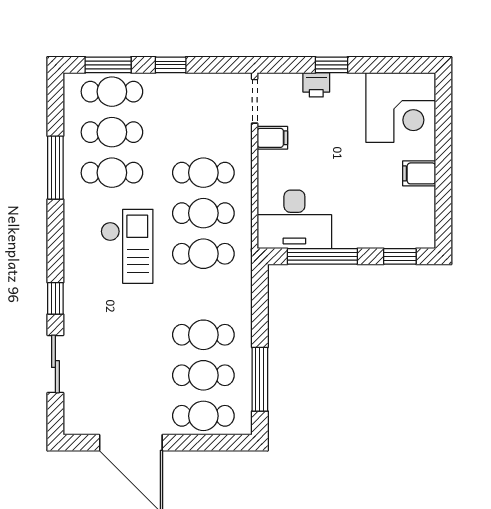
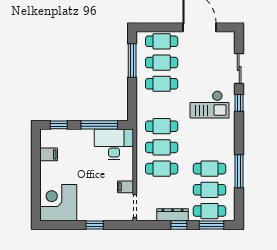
dresser: (183, 84) -> (173, 215), added
printer: (316, 85) -> (102, 215), removed
filing cabinet: (419, 173) -> (49, 154), moved
checkout: (127, 246) -> (210, 105), moved, turned -90

